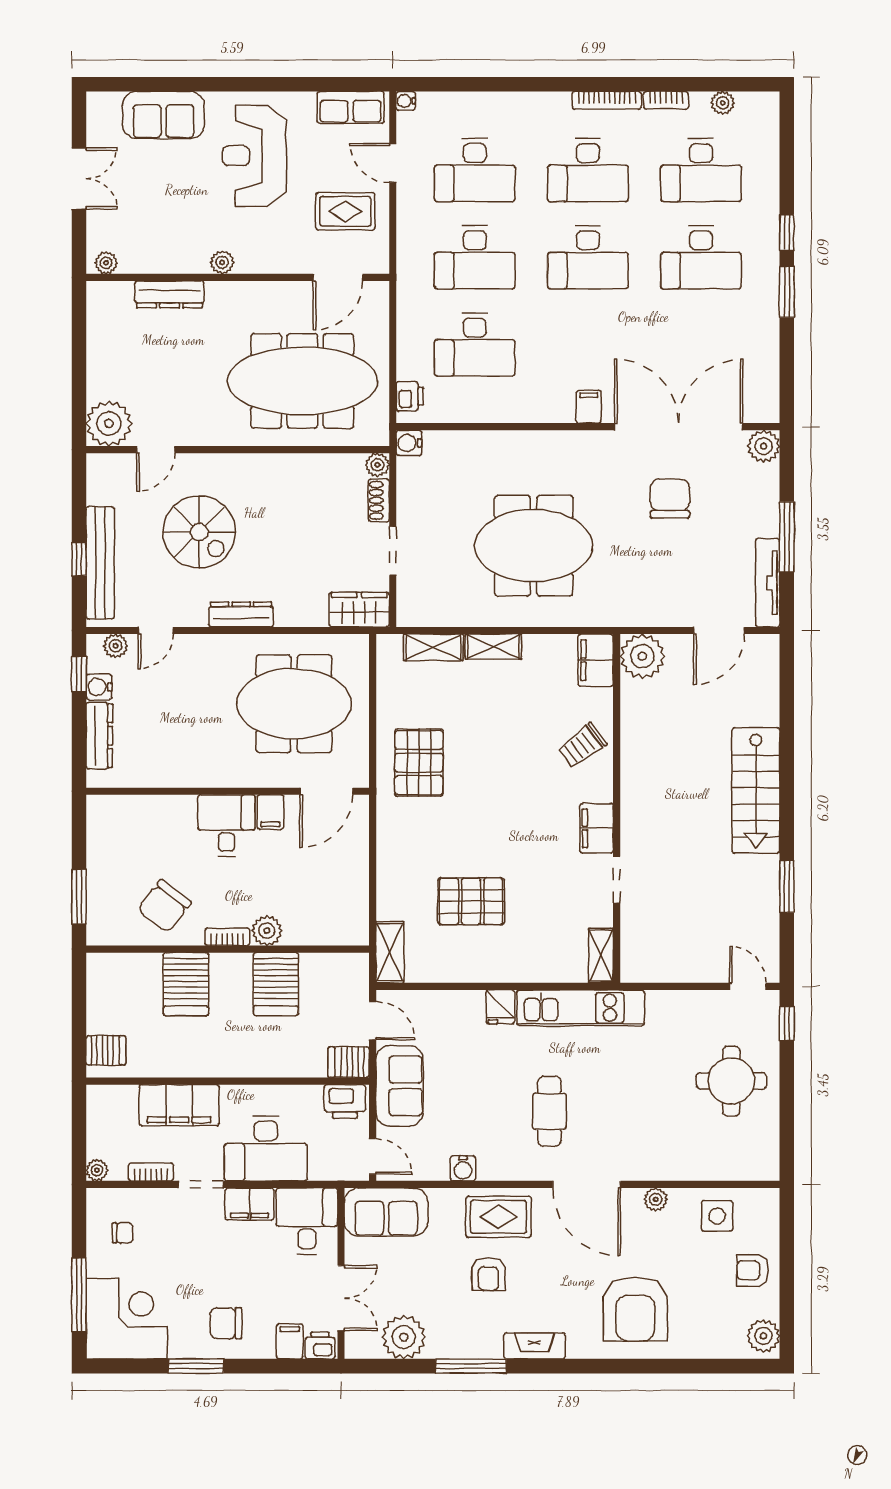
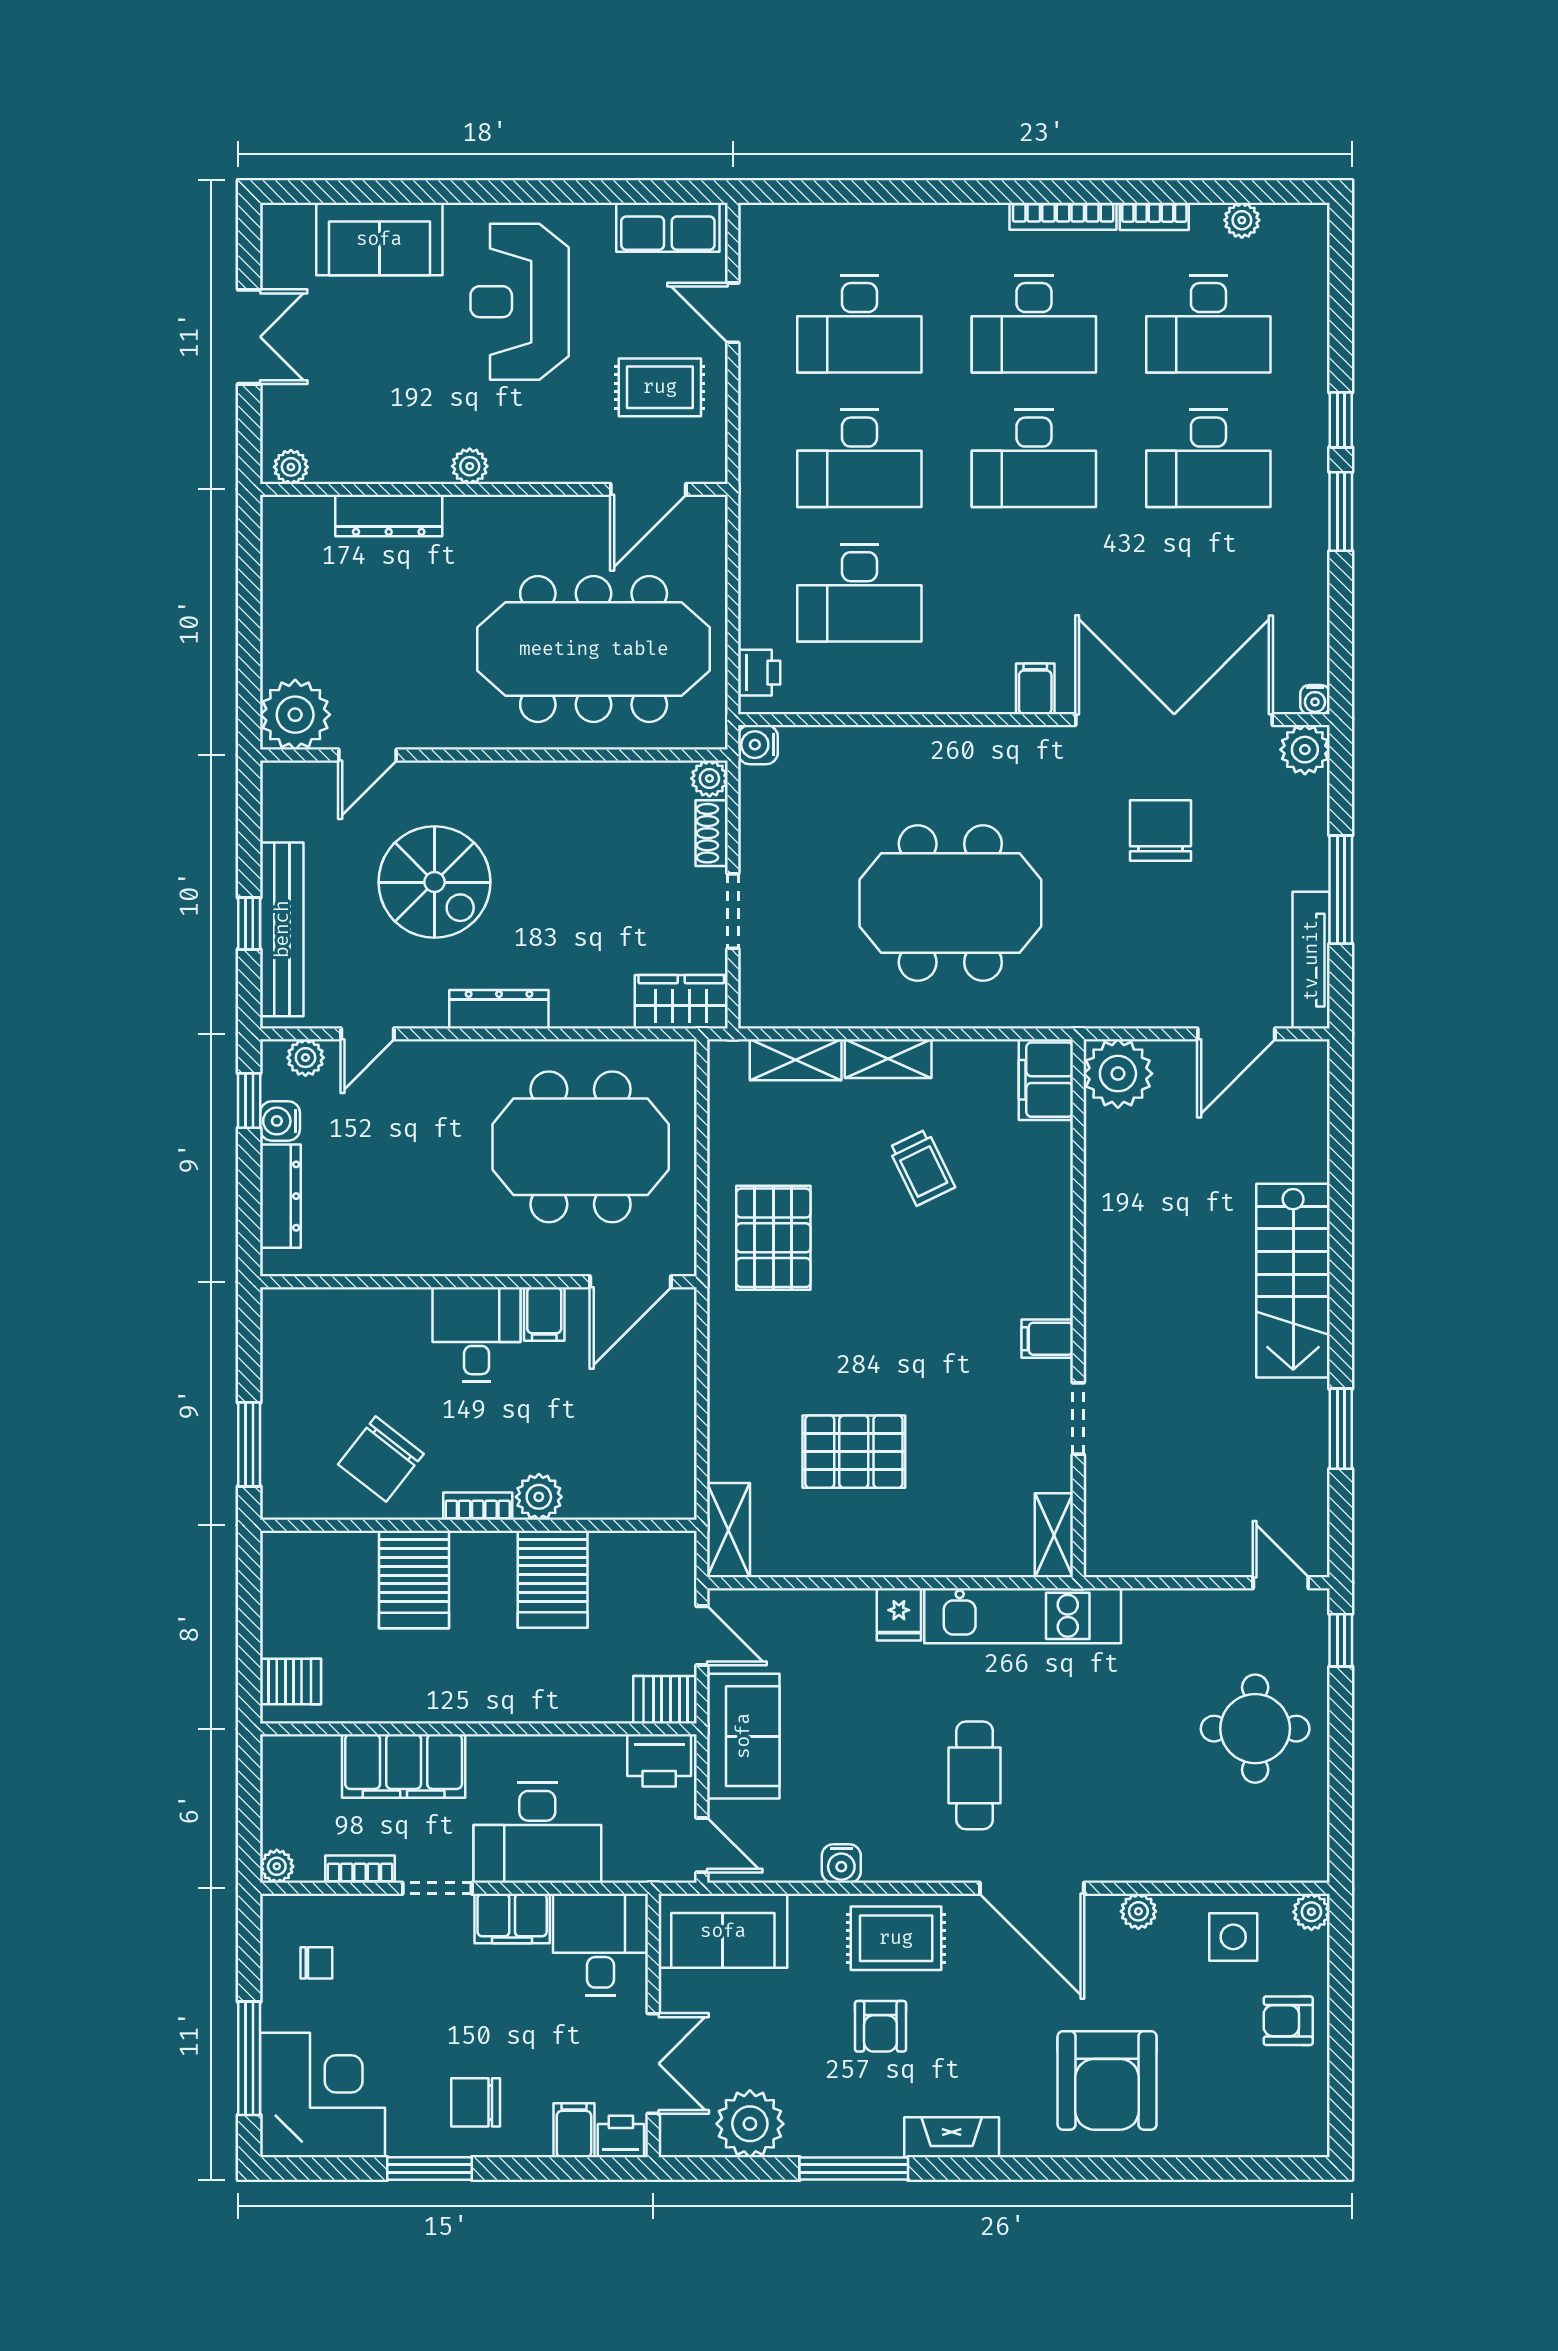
water cooler: (406, 101) -> (1315, 700), moved, turned -90
trolley: (582, 746) -> (922, 1167), moved, turned -79
filing cabinet: (597, 828) -> (1047, 1339), width x0.50
plant: (763, 1336) -> (1311, 1912), moved, width x0.73, depth x0.73

